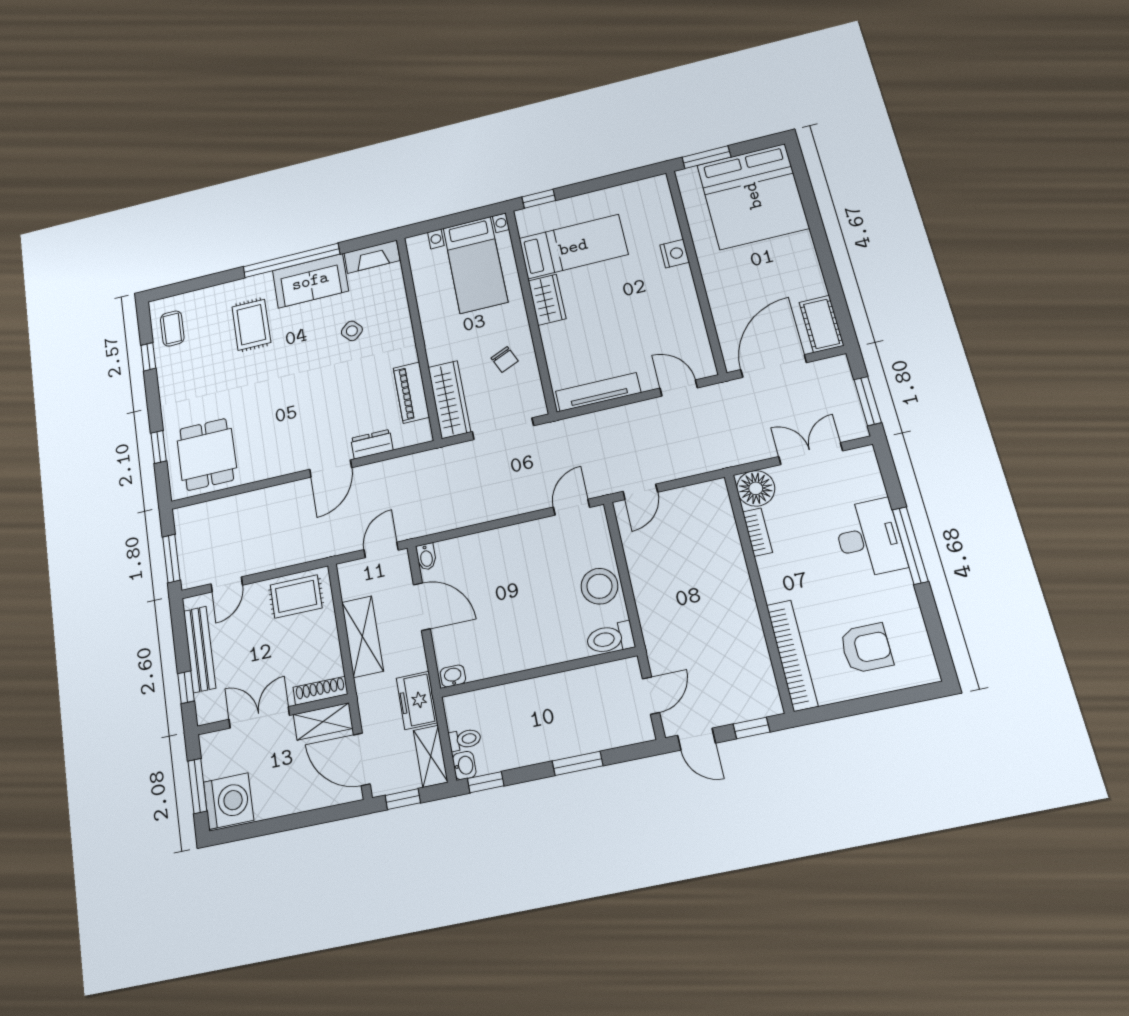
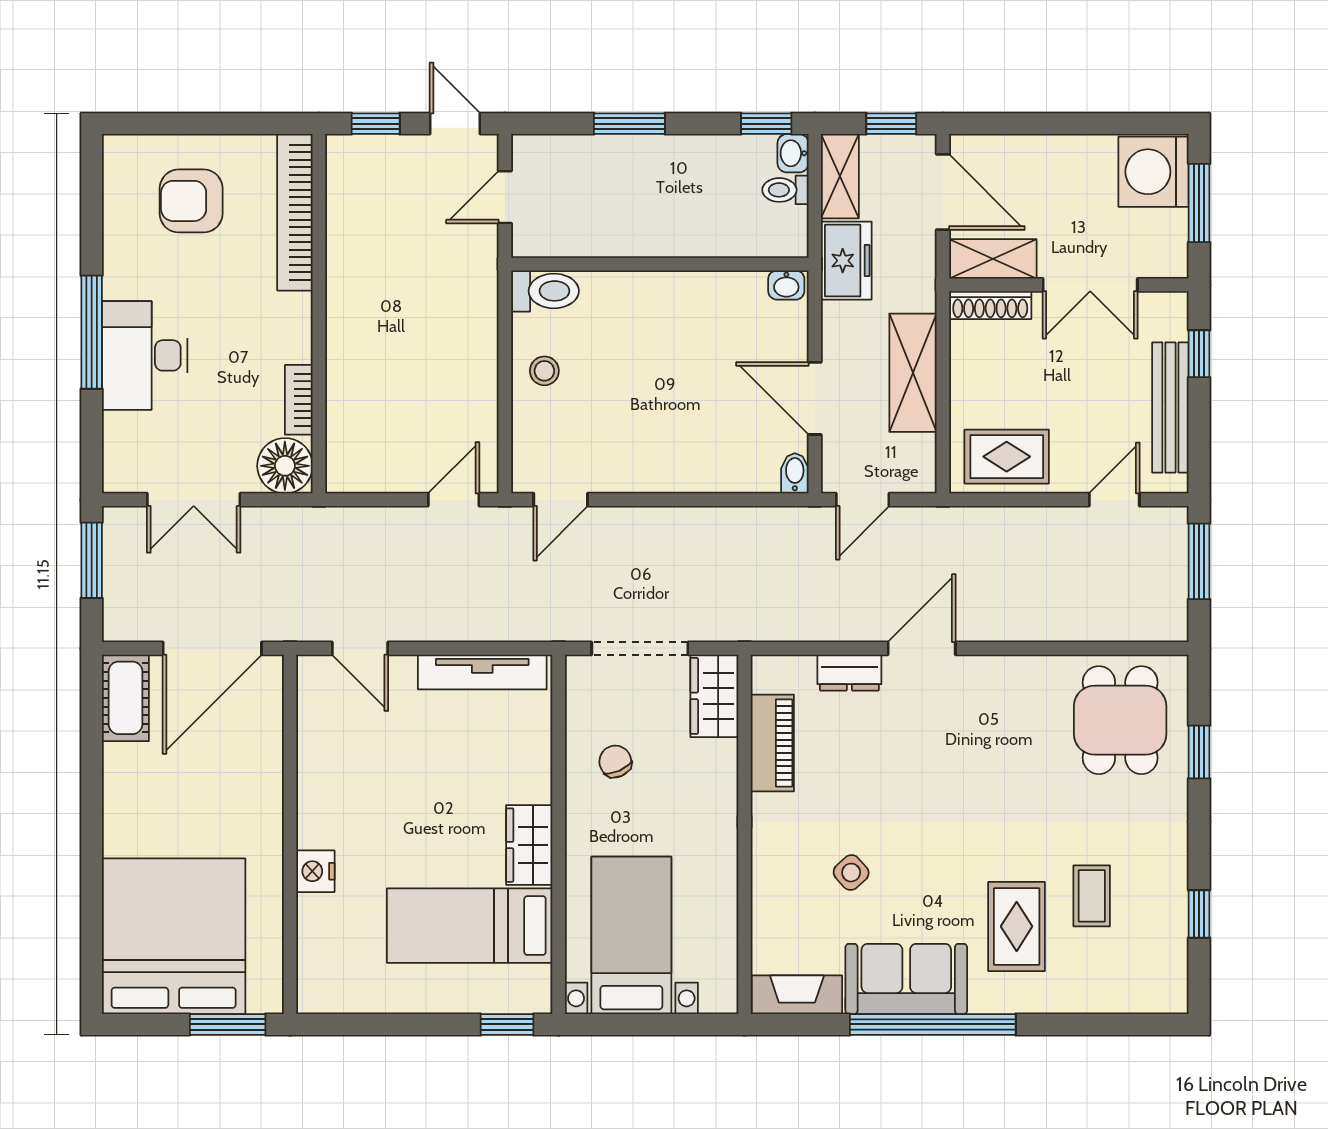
coffee table: (172, 328) -> (1092, 896), moved
wardrobe: (449, 400) -> (714, 696), width x0.67
stool: (599, 586) -> (544, 371), width x0.53, depth x0.53

